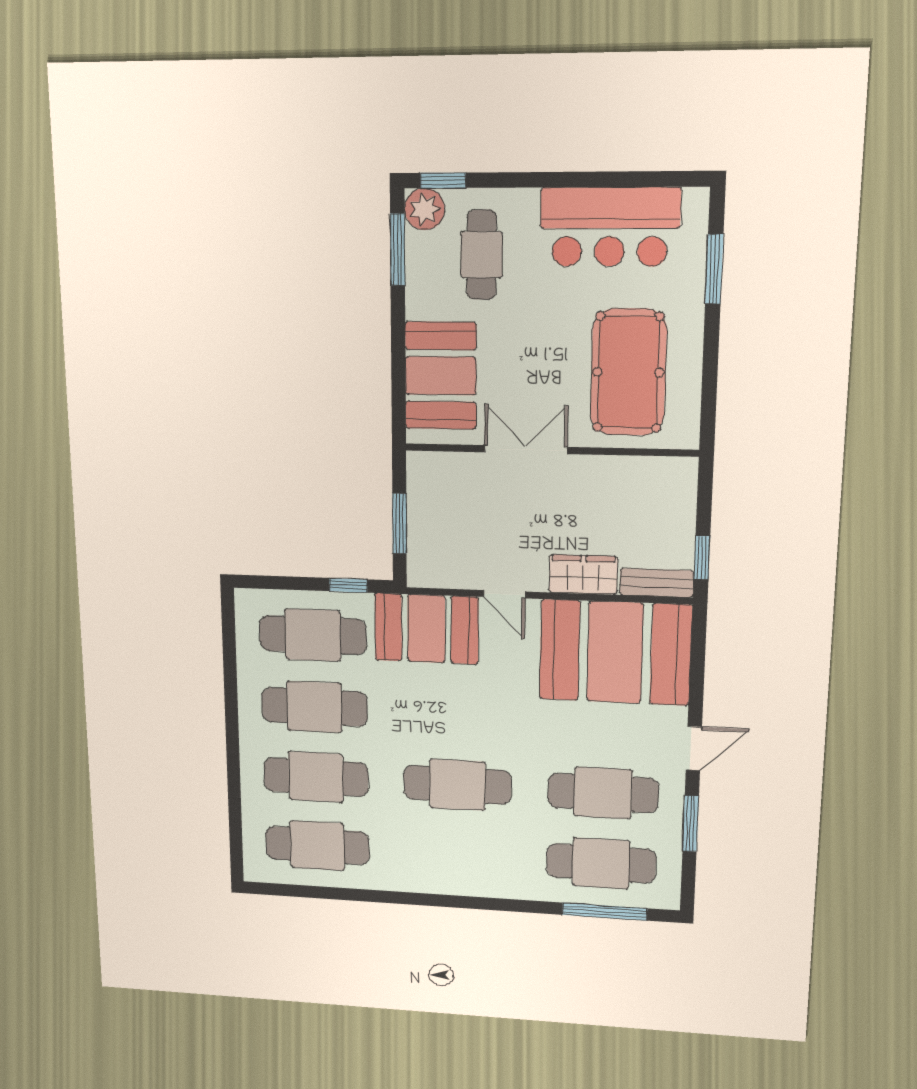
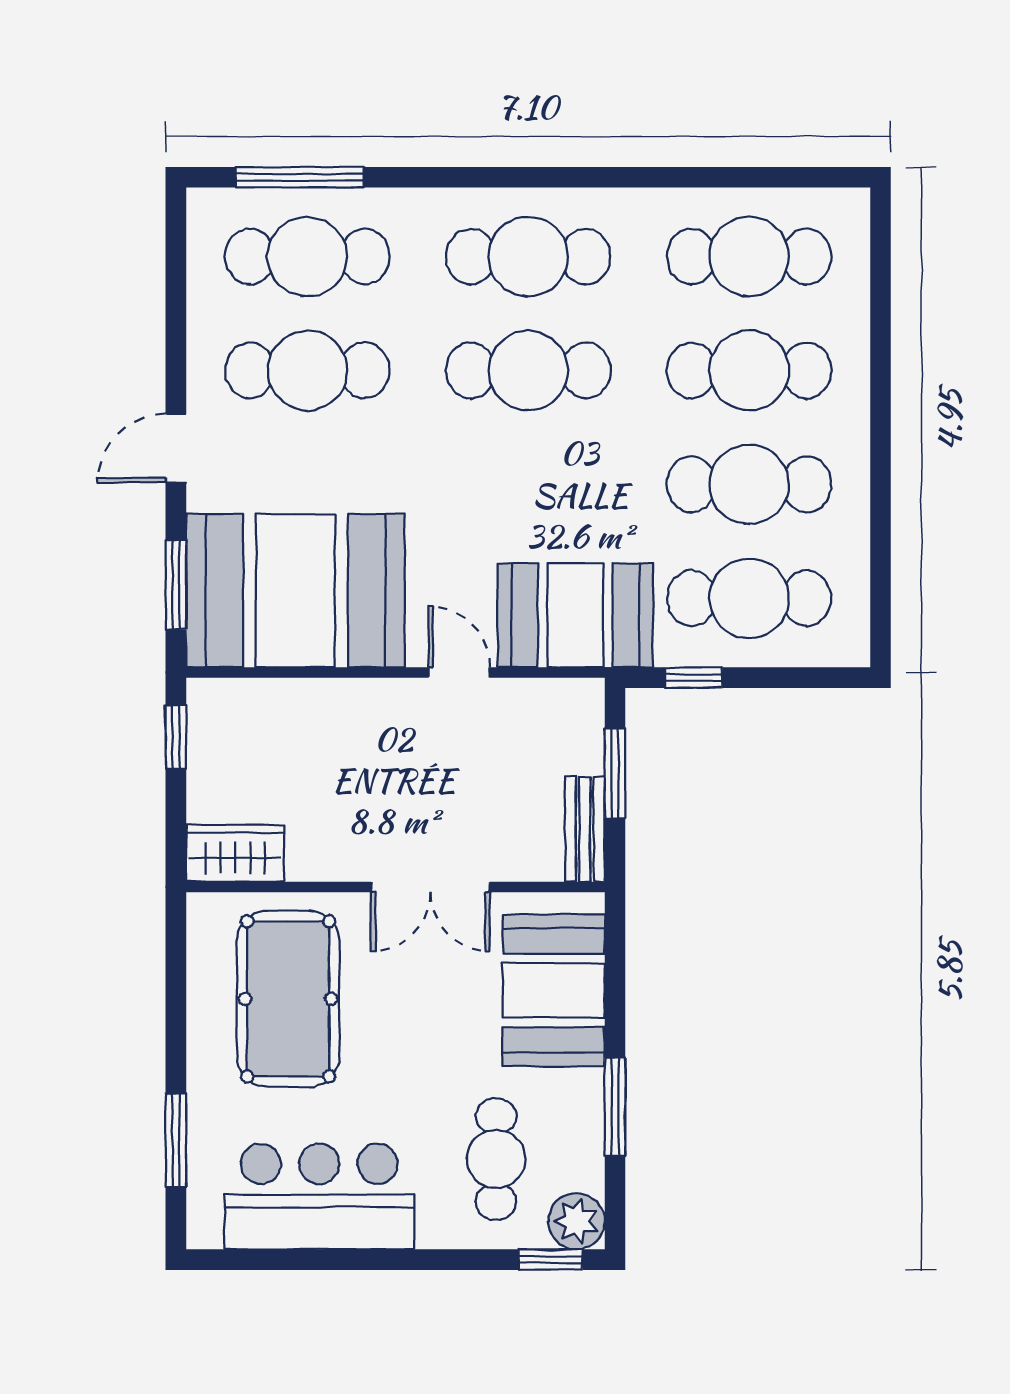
window: (398, 250) -> (615, 1107), moved
wardrobe: (583, 575) -> (235, 853), moved, turned 180
bench: (657, 583) -> (585, 829), moved, turned 90
window: (691, 824) -> (176, 585), moved
cafe table: (457, 854) -> (528, 257), added

